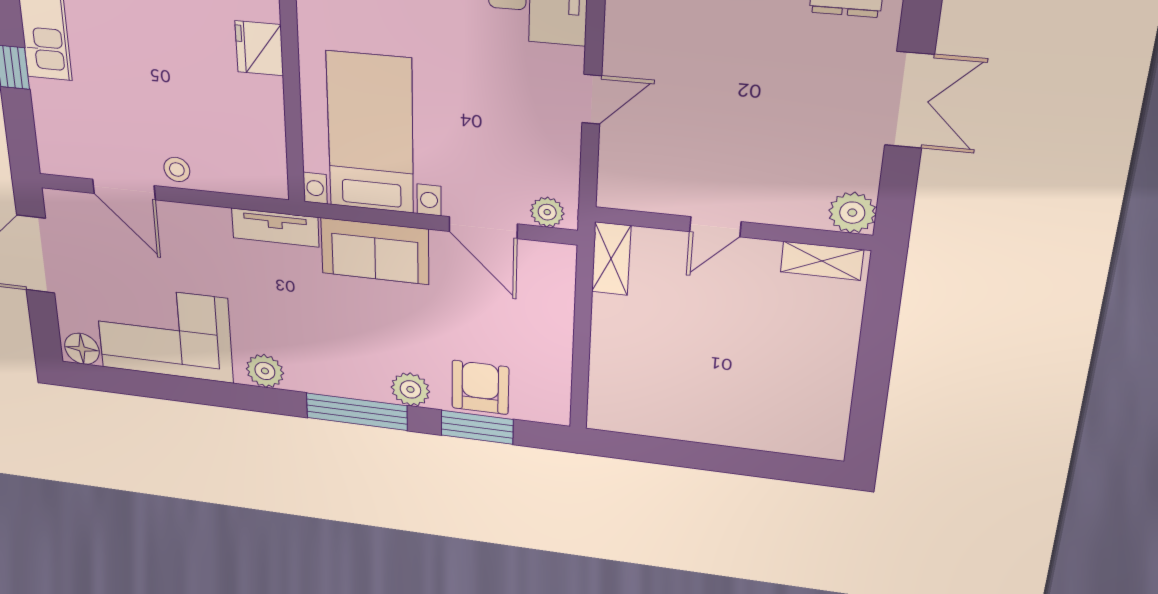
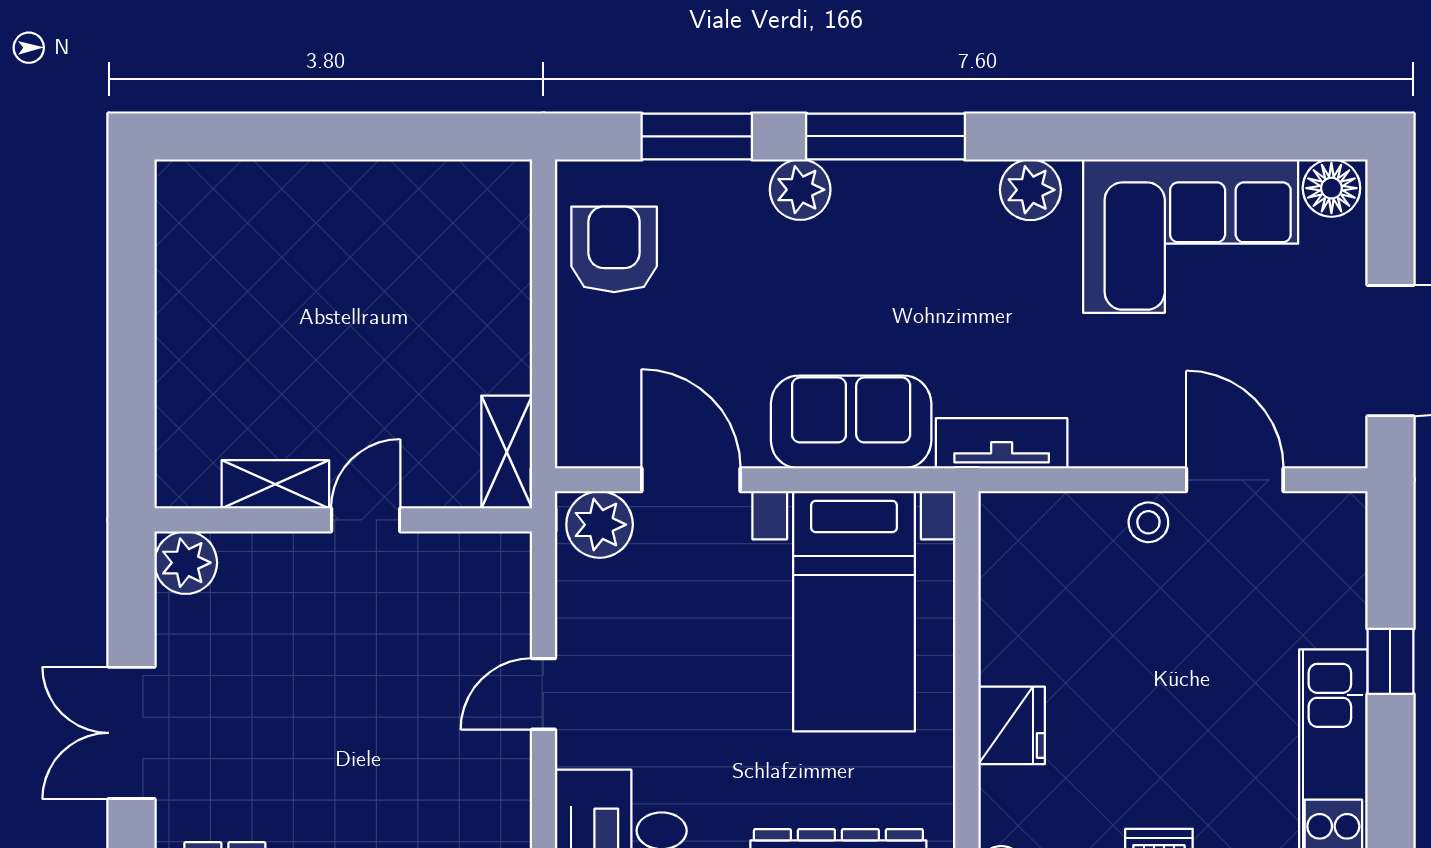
plant: (547, 212) -> (600, 525), width x1.38, depth x1.38
shelving: (822, 261) -> (275, 484), moved
armchair: (480, 387) -> (614, 249), moved, turned 180

